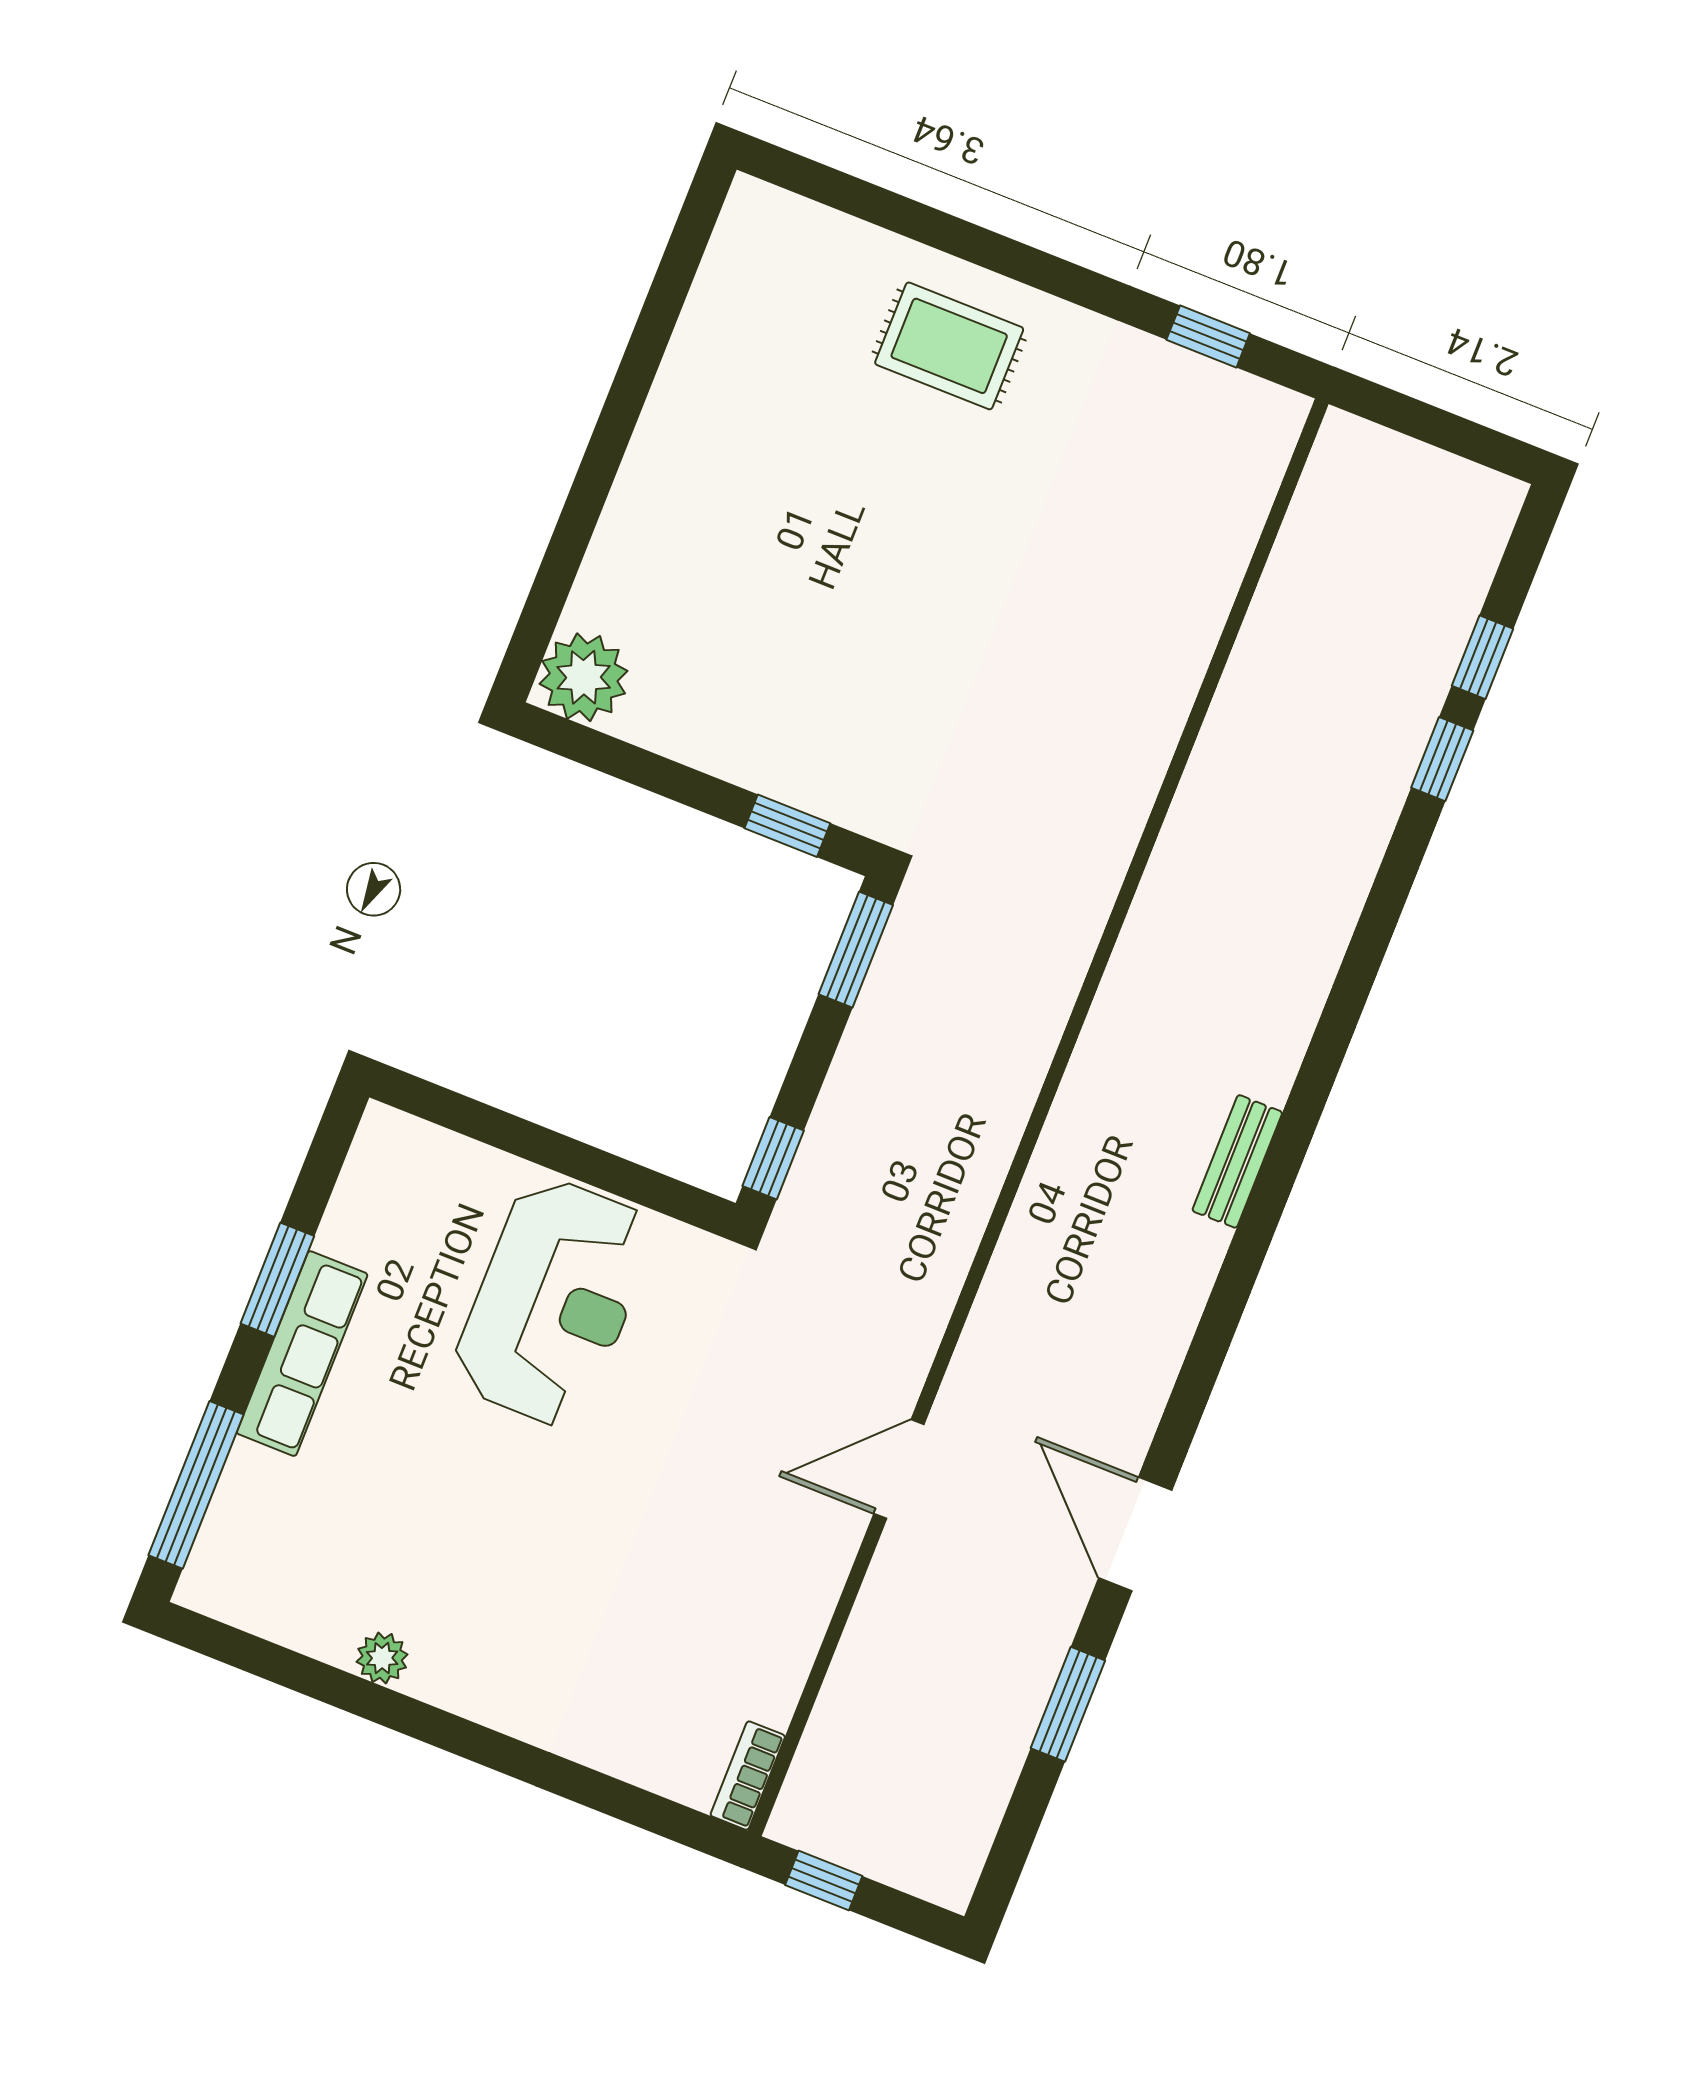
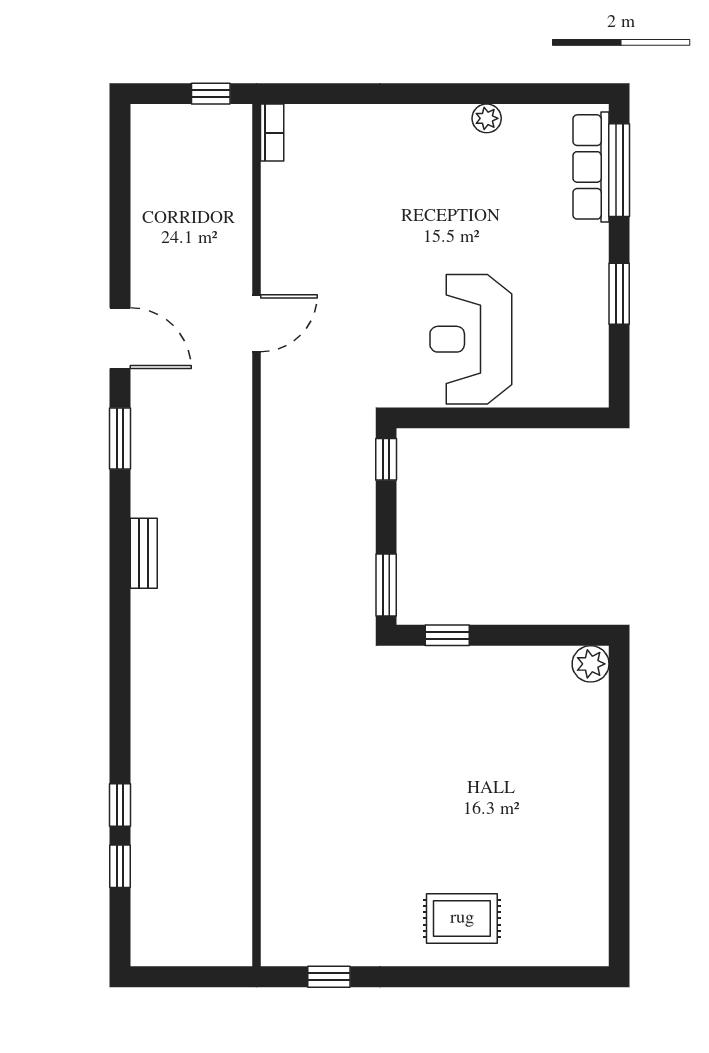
plant: (584, 677) -> (591, 664), width x0.73, depth x0.73
row of seats: (302, 1354) -> (591, 167), moved
window: (1068, 1704) -> (120, 438), moved

